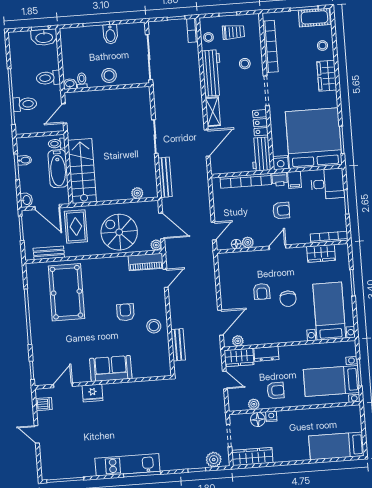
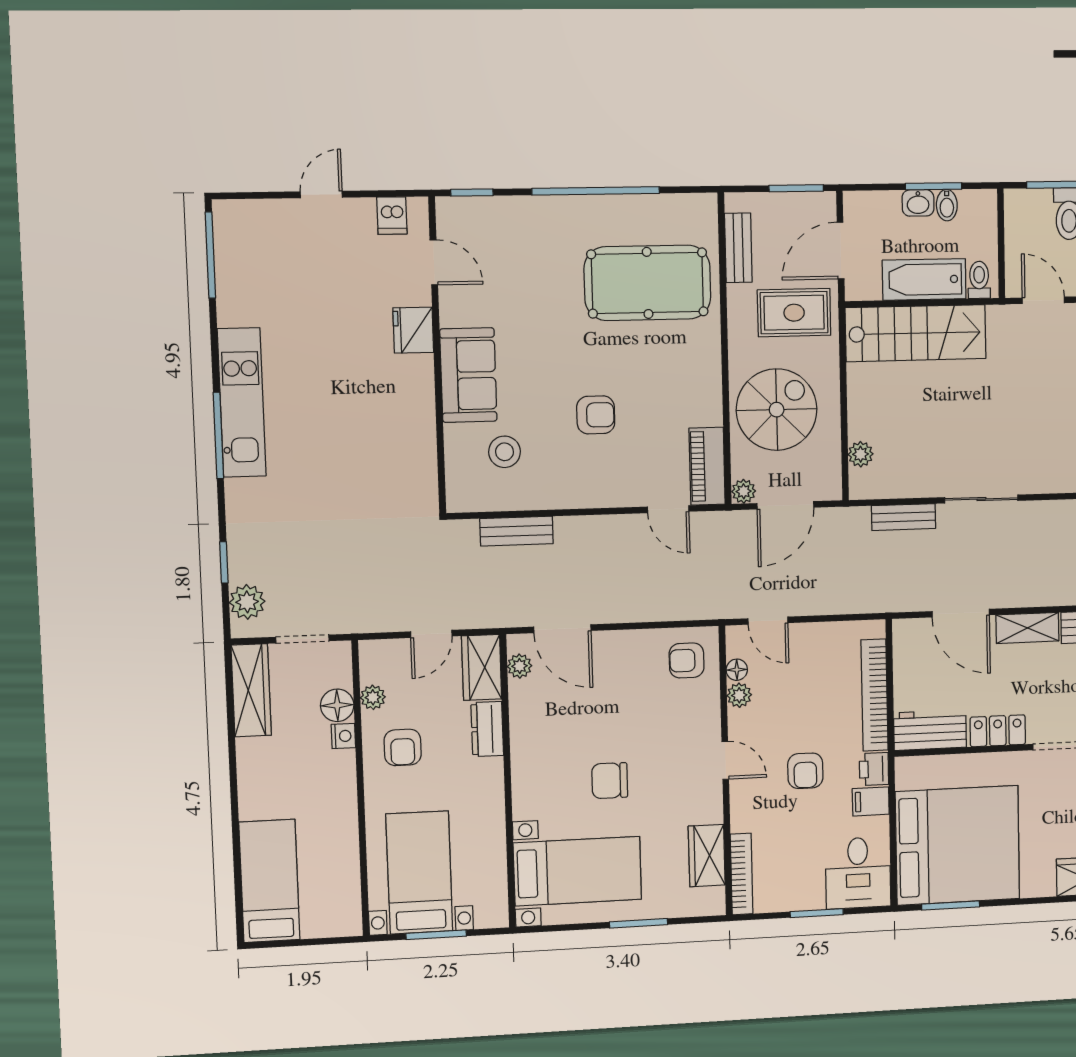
nightstand: (281, 163) -> (909, 772), removed
bench: (165, 177) -> (904, 517), width x0.73
washbasin: (26, 200) -> (918, 203), moved
armchair: (262, 291) -> (687, 660), moved
stool: (154, 326) -> (505, 452), moved

